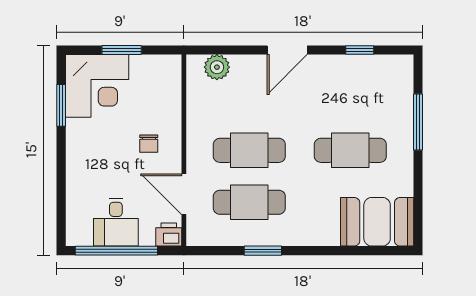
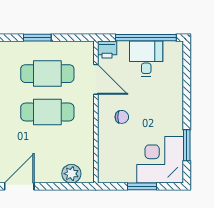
chair: (149, 144) -> (122, 117), turned 90

